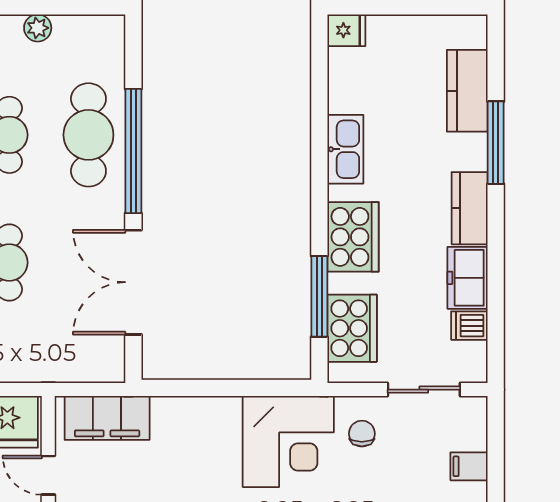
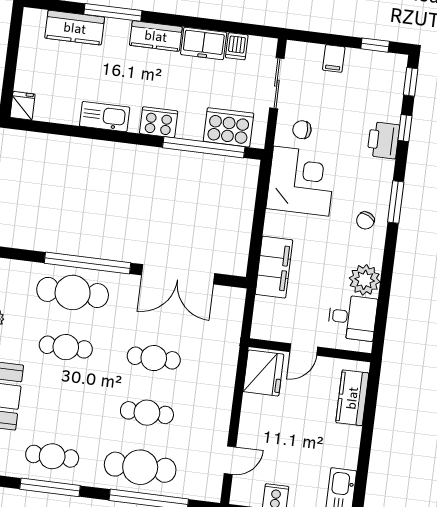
cooker: (353, 237) -> (159, 122), width x0.73, depth x0.76
window: (319, 296) -> (204, 147), width x1.46
filing cabinet: (107, 418) -> (274, 267), moved

